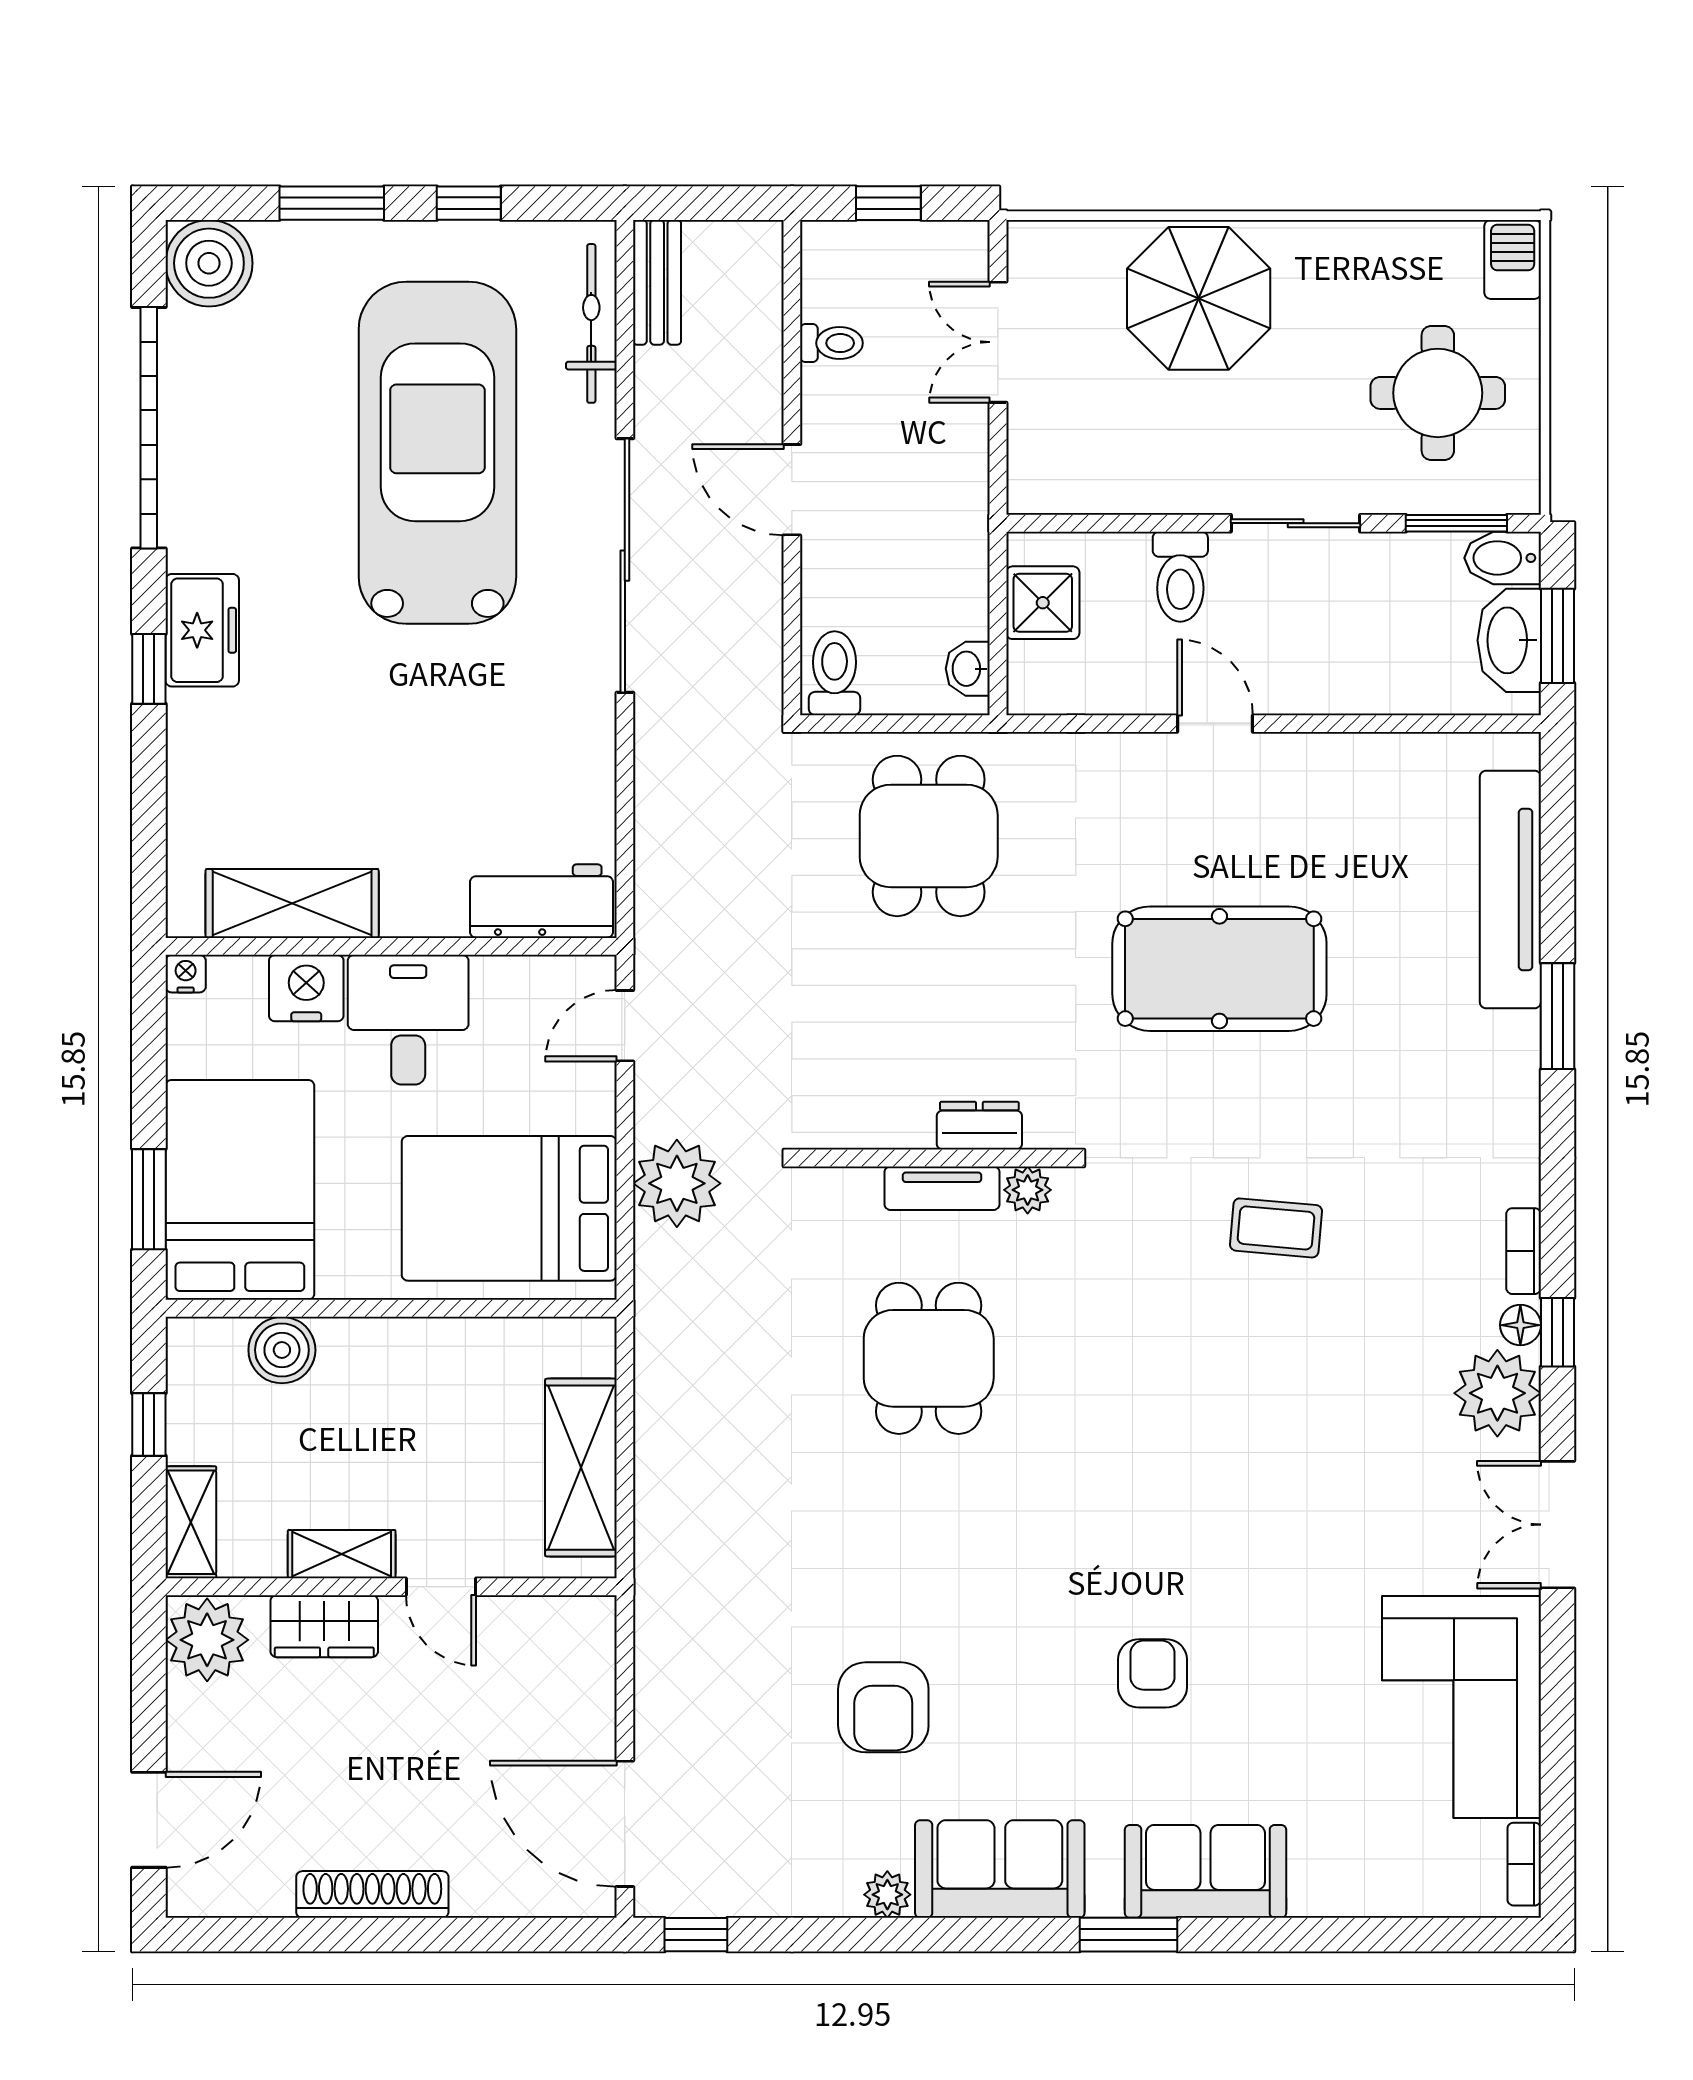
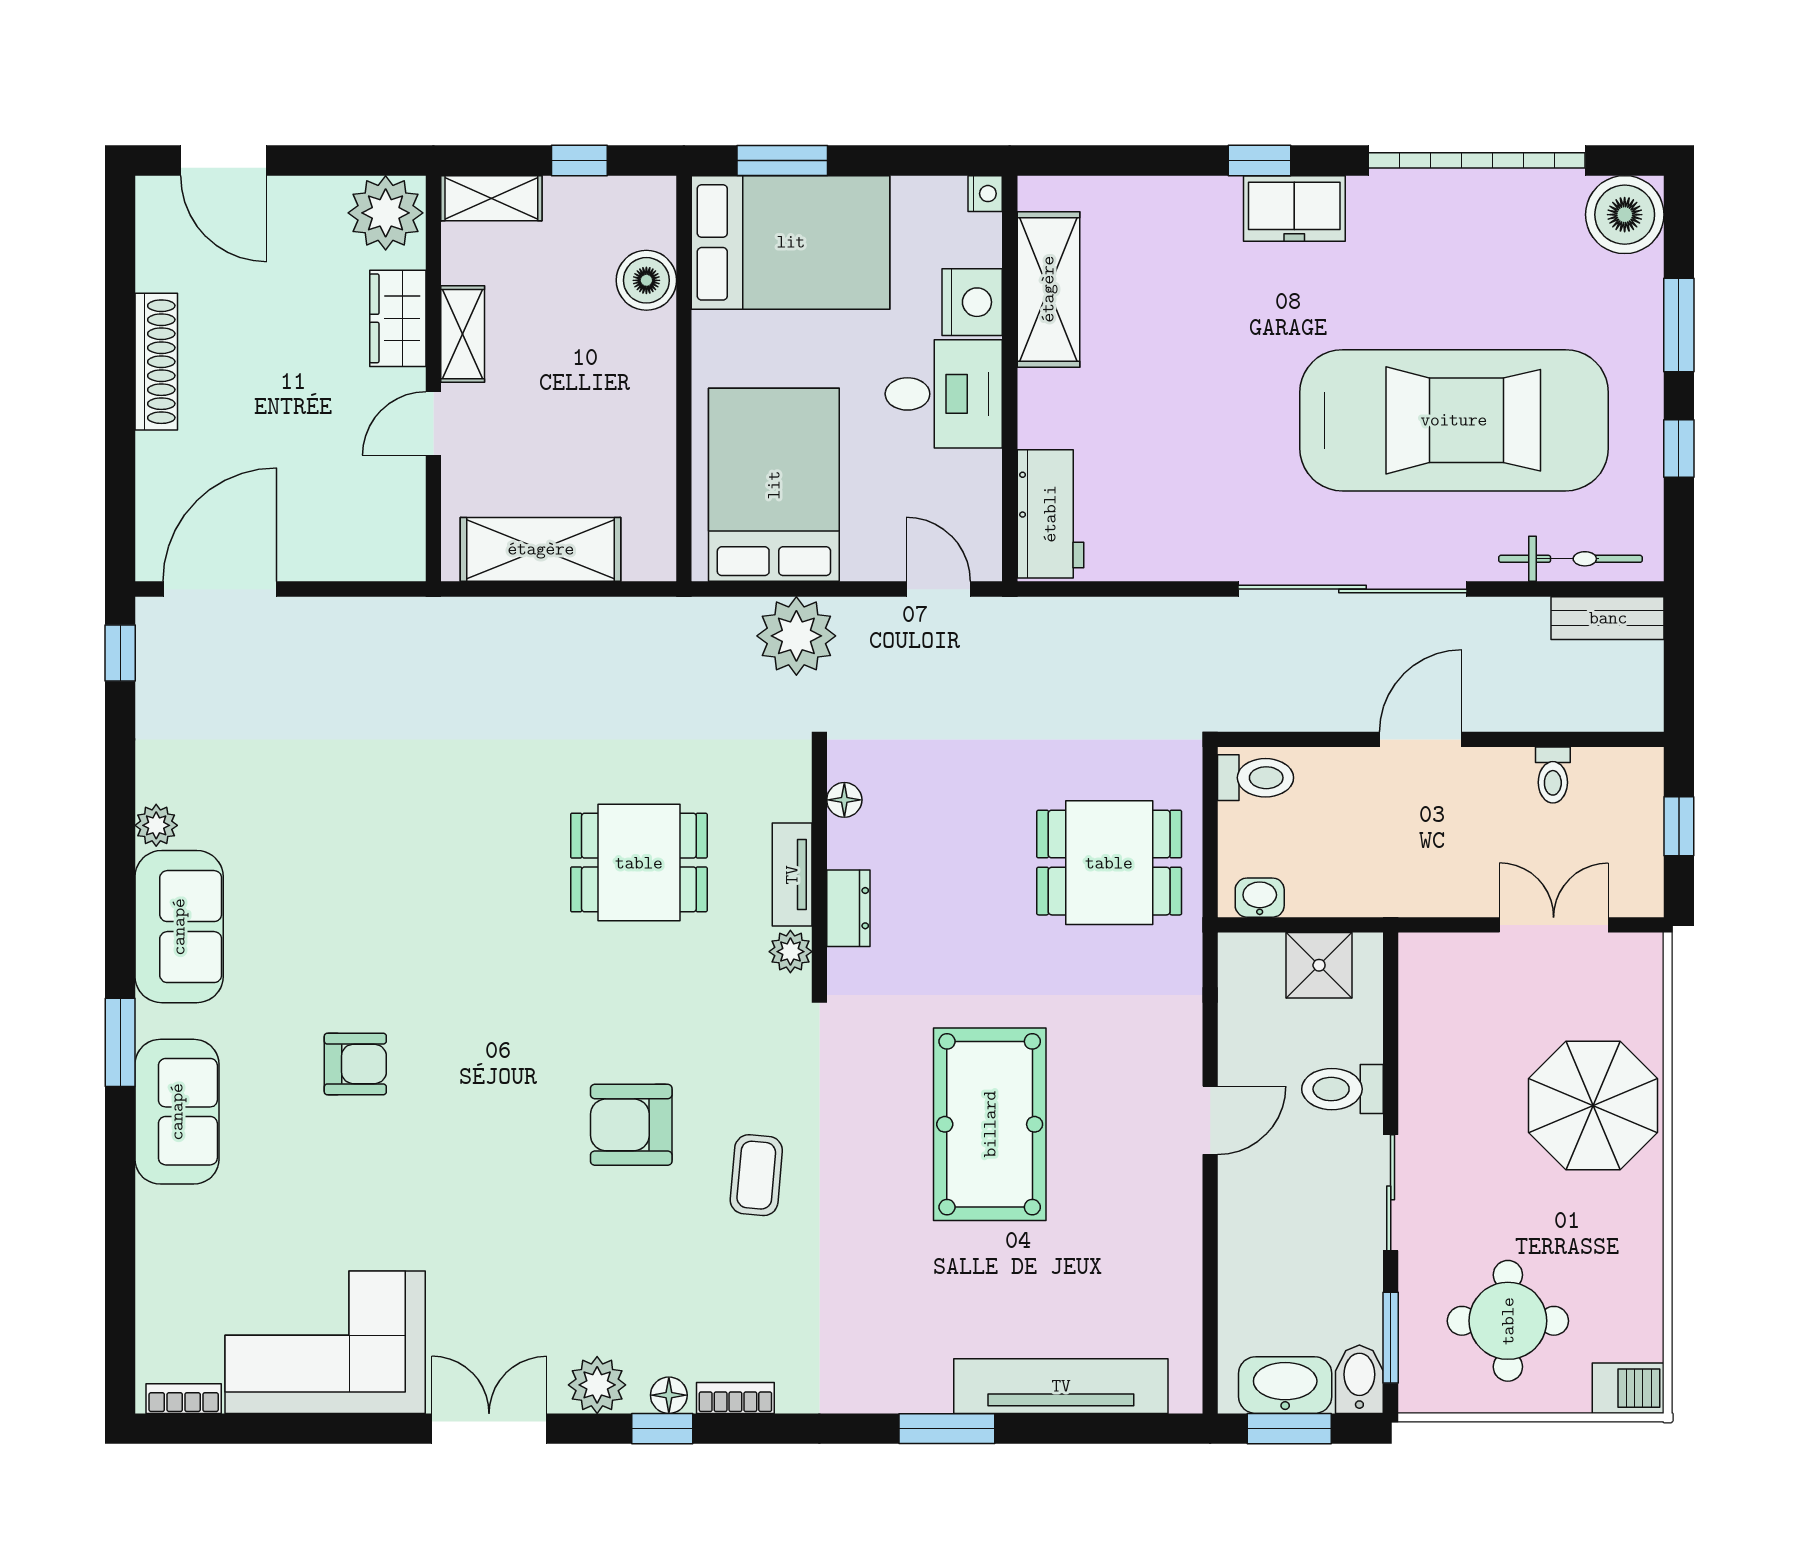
floor lamp: (859, 1130) -> (844, 800), added
plant: (1497, 1393) -> (597, 1385), width x0.73, depth x0.73
armchair: (883, 1707) -> (631, 1125), moved

